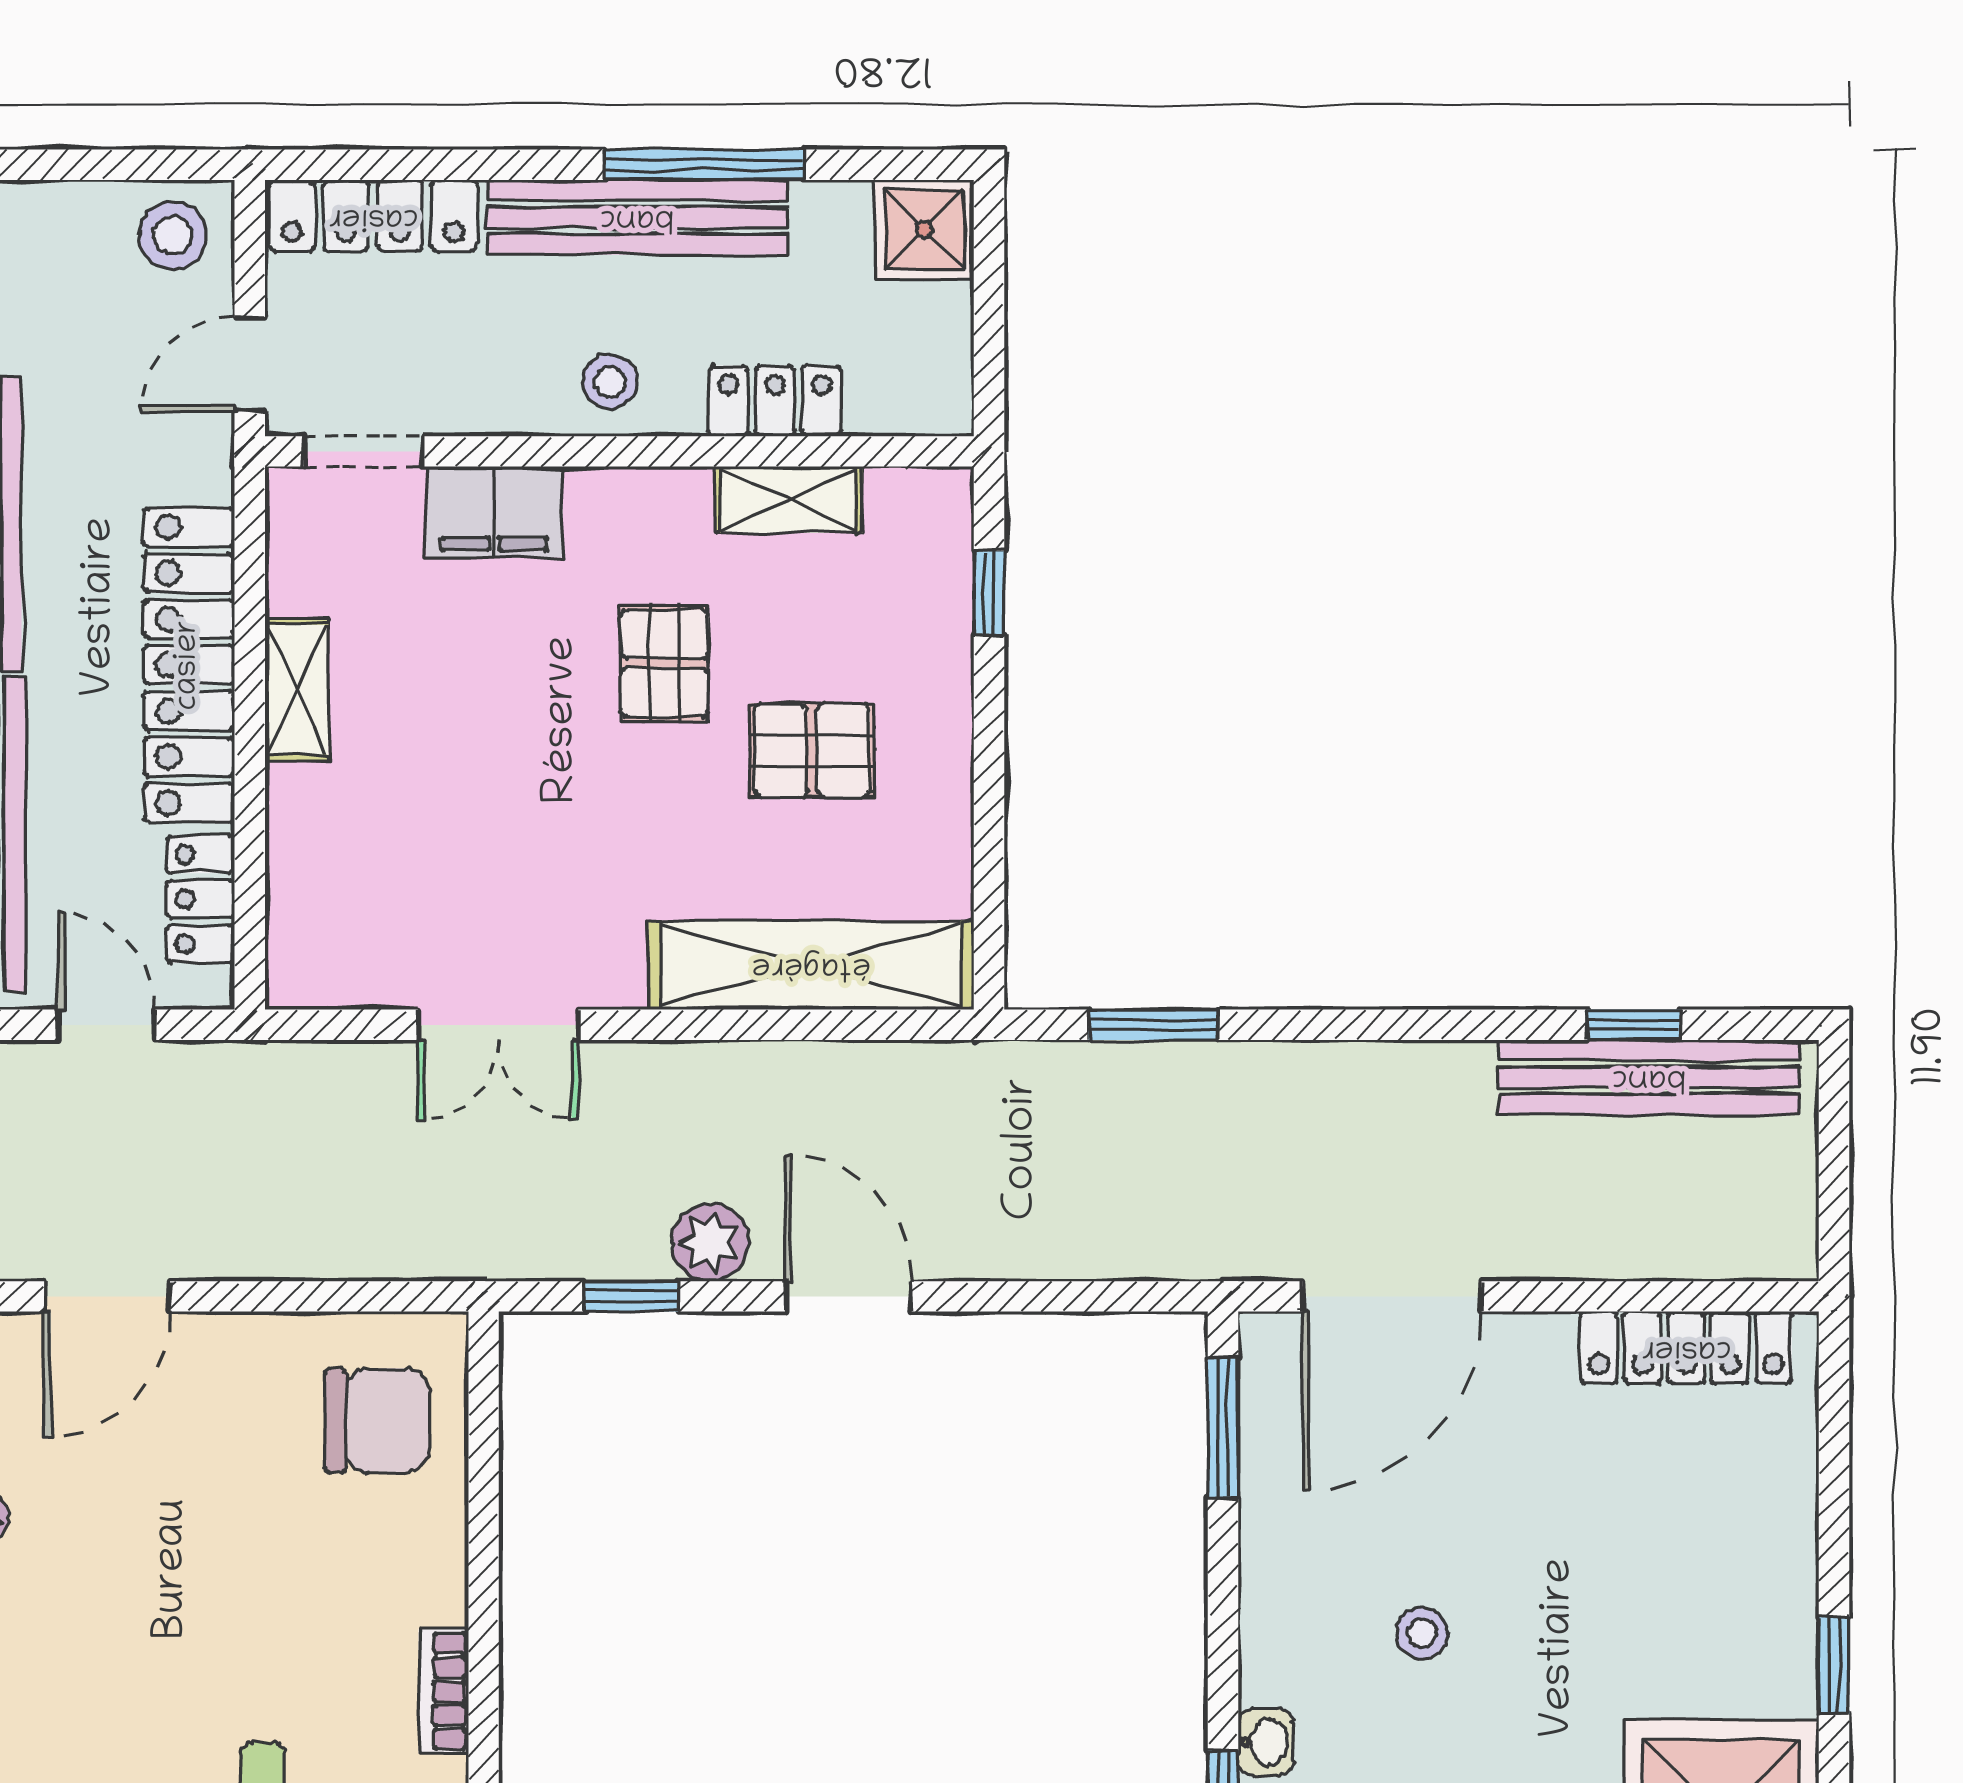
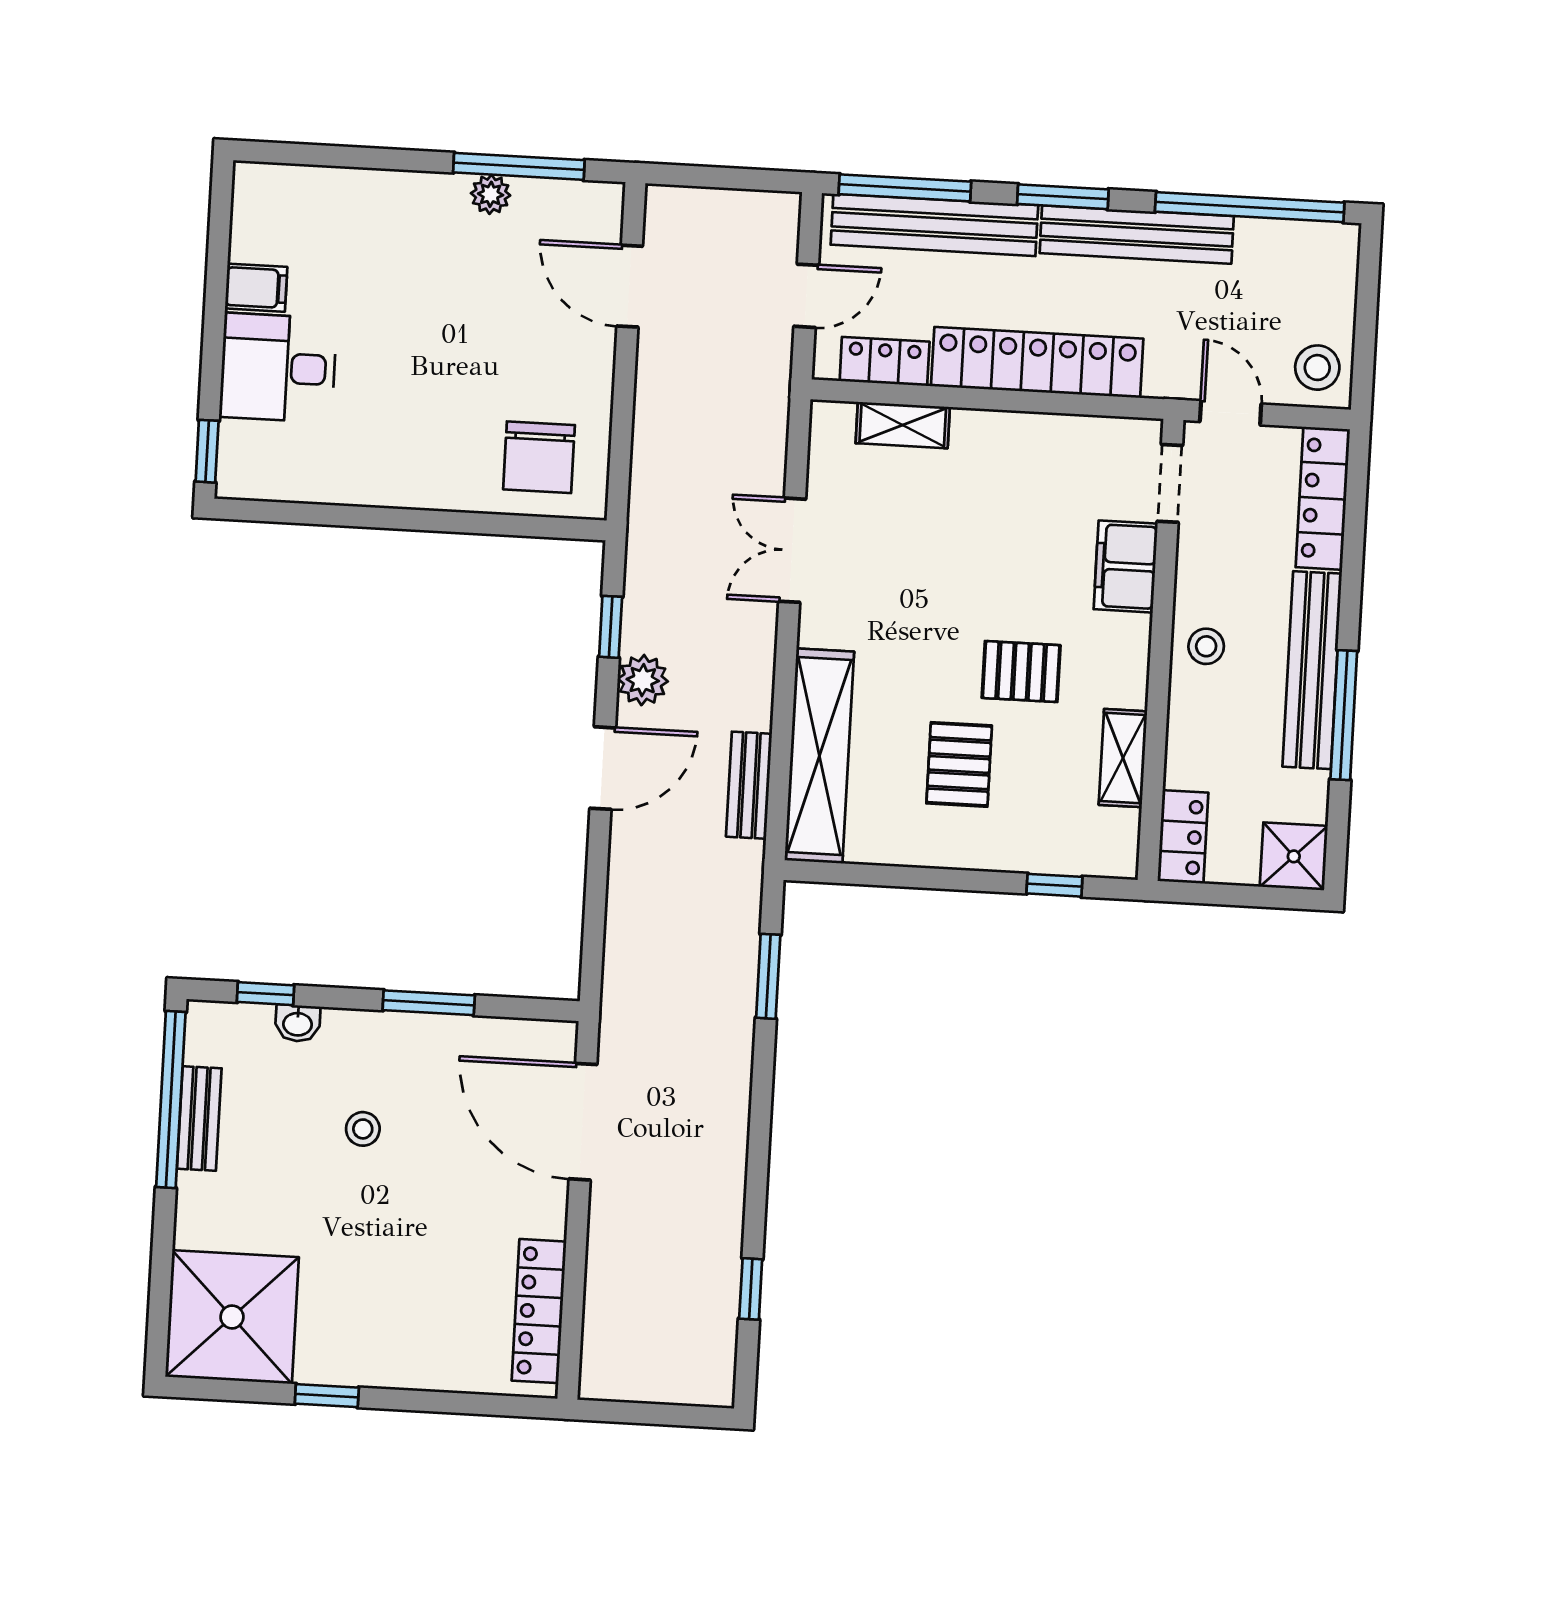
locker: (775, 401) -> (1183, 837), moved
shelving: (297, 690) -> (903, 425), moved
bench: (1649, 1077) -> (749, 785), moved, width x0.54, depth x0.82
window: (1223, 1427) -> (429, 1003), moved
bookcase: (444, 1691) -> (361, 491), removed

